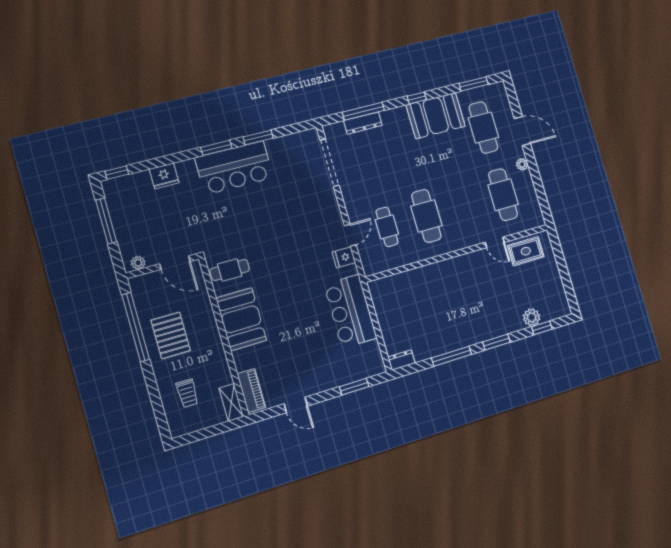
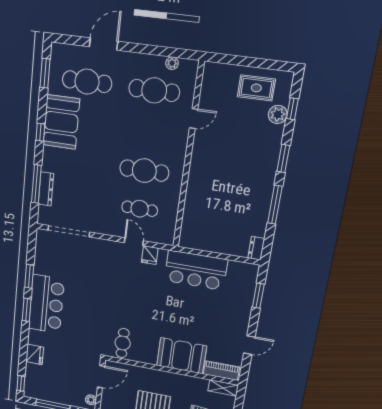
plant: (522, 164) -> (172, 63), moved
rug: (526, 251) -> (256, 88), moved, turned 90
booth: (241, 319) -> (182, 356), moved

